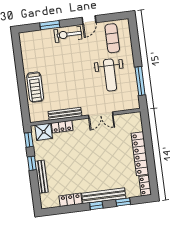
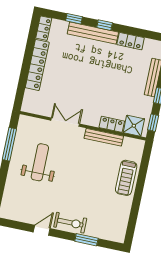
exercise mat: (112, 38) -> (23, 202), removed
treadmill: (35, 87) -> (126, 178), turned 180

